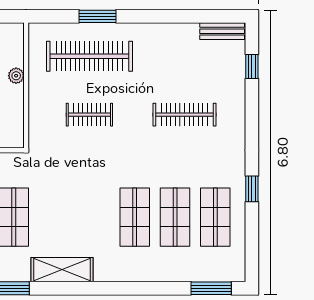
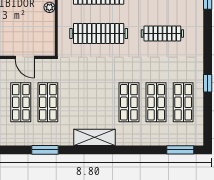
clothes rail: (89, 115) -> (99, 33), width x1.86, depth x1.31
shelving: (62, 270) -> (94, 137), moved

